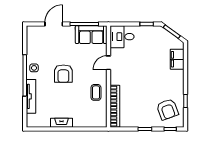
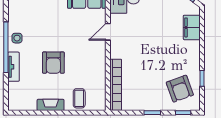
armchair: (63, 74) -> (53, 63), moved
coffee table: (96, 92) -> (79, 98), moved
tv unit: (31, 96) -> (13, 67), width x0.71

